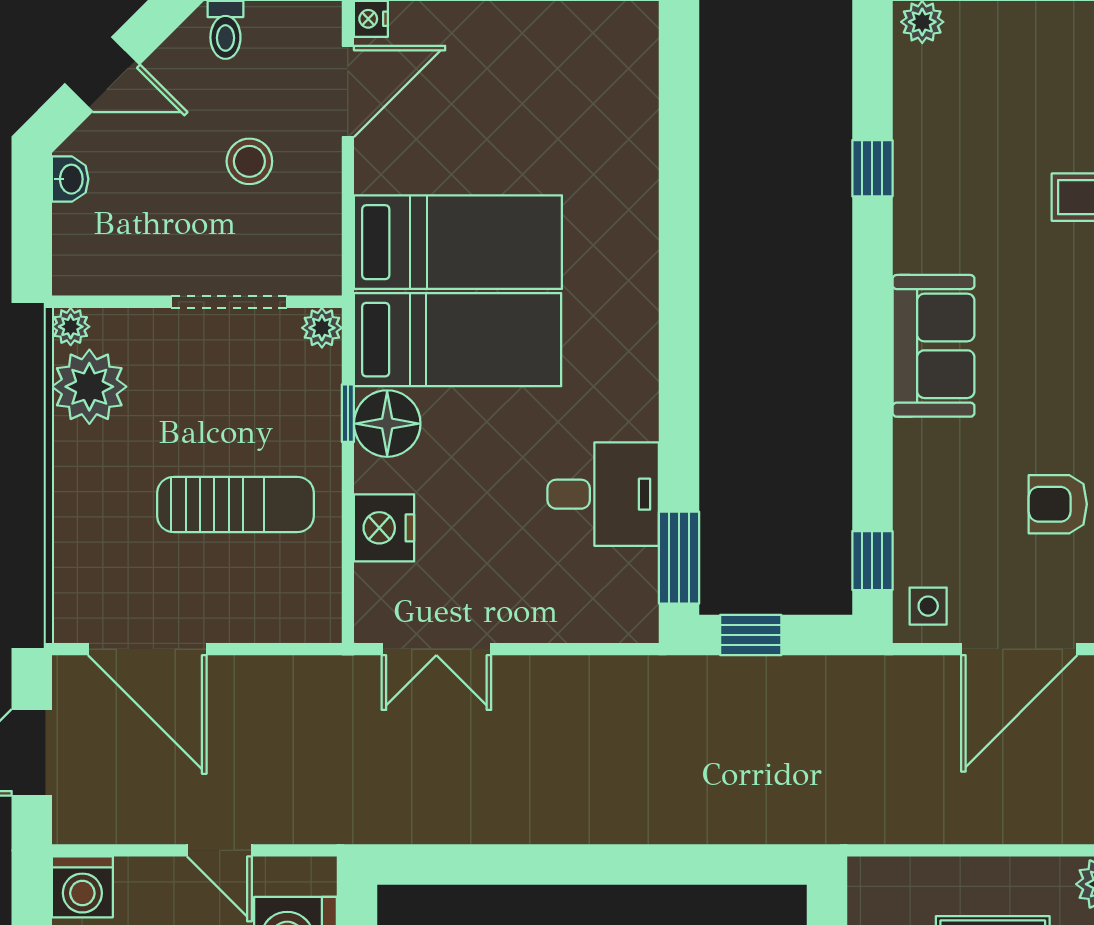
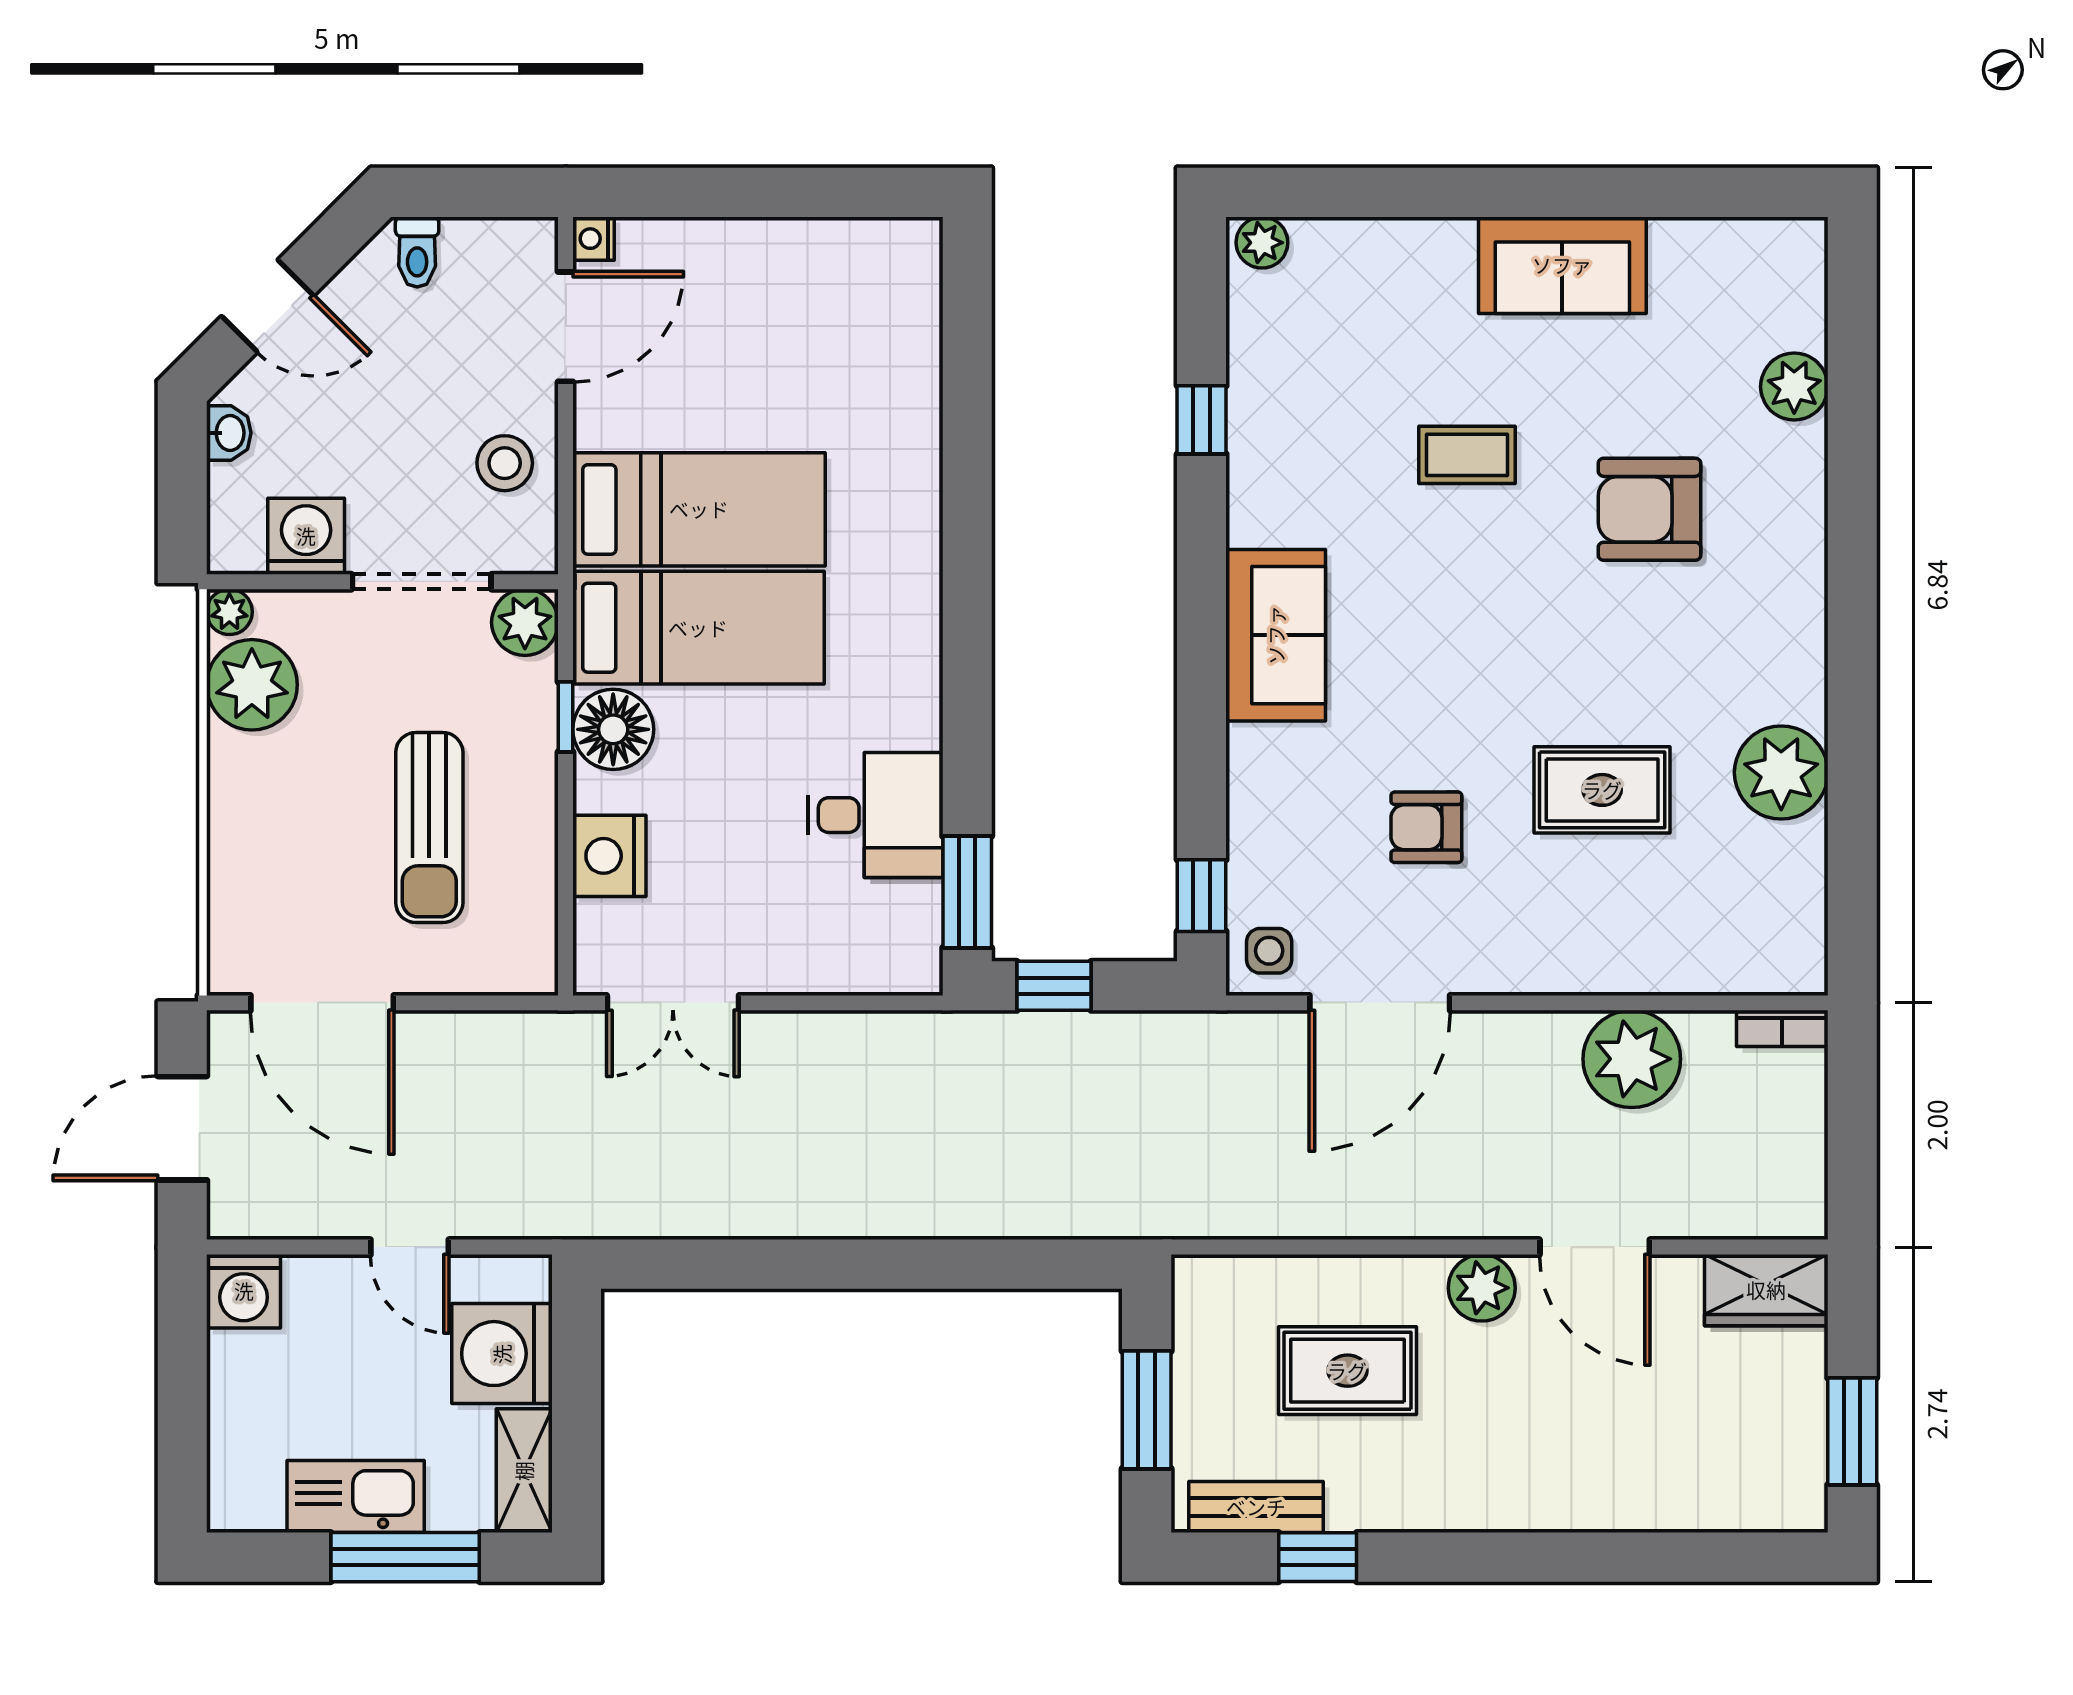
stool: (249, 161) -> (505, 463), moved
washing machine: (134, 264) -> (306, 536), added
plant: (322, 328) -> (525, 622), width x1.38, depth x1.38
sun lounger: (236, 504) -> (429, 828), turned 90

